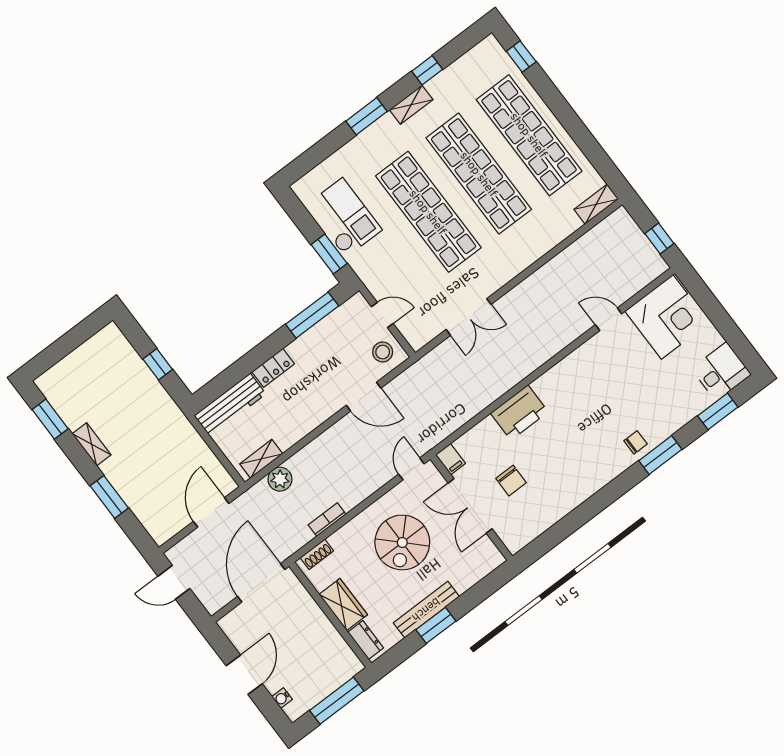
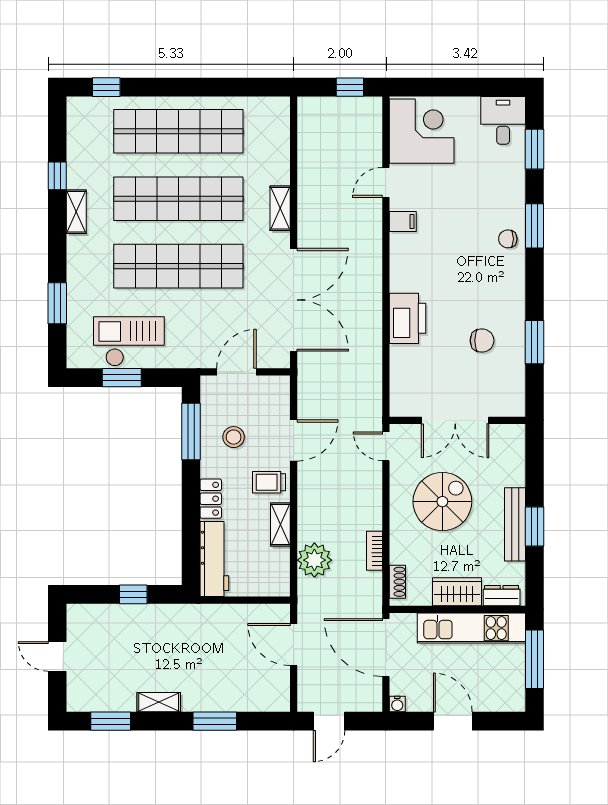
window: (367, 116) -> (57, 303), moved
shelving: (596, 204) -> (280, 208), moved
window: (329, 254) -> (122, 378), moved
door: (382, 315) -> (236, 372), width x1.38
double door: (469, 317) -> (294, 300), width x1.87
door: (68, 343) -> (57, 656), added
stool: (383, 352) -> (234, 437), moved
trolley: (318, 402) -> (269, 482), added
chair: (636, 442) -> (508, 239), turned -90
shelving: (261, 459) -> (280, 525), moved
filing cabinet: (451, 459) -> (403, 221), moved
plant: (280, 479) -> (314, 560), width x1.36, depth x1.36
chair: (511, 481) -> (482, 341), moved
window: (574, 521) -> (535, 342), added
spiral stairs: (402, 542) -> (442, 502), turned -90
kitchen unit: (324, 636) -> (471, 628), added
water cooler: (282, 698) -> (397, 704), moved

